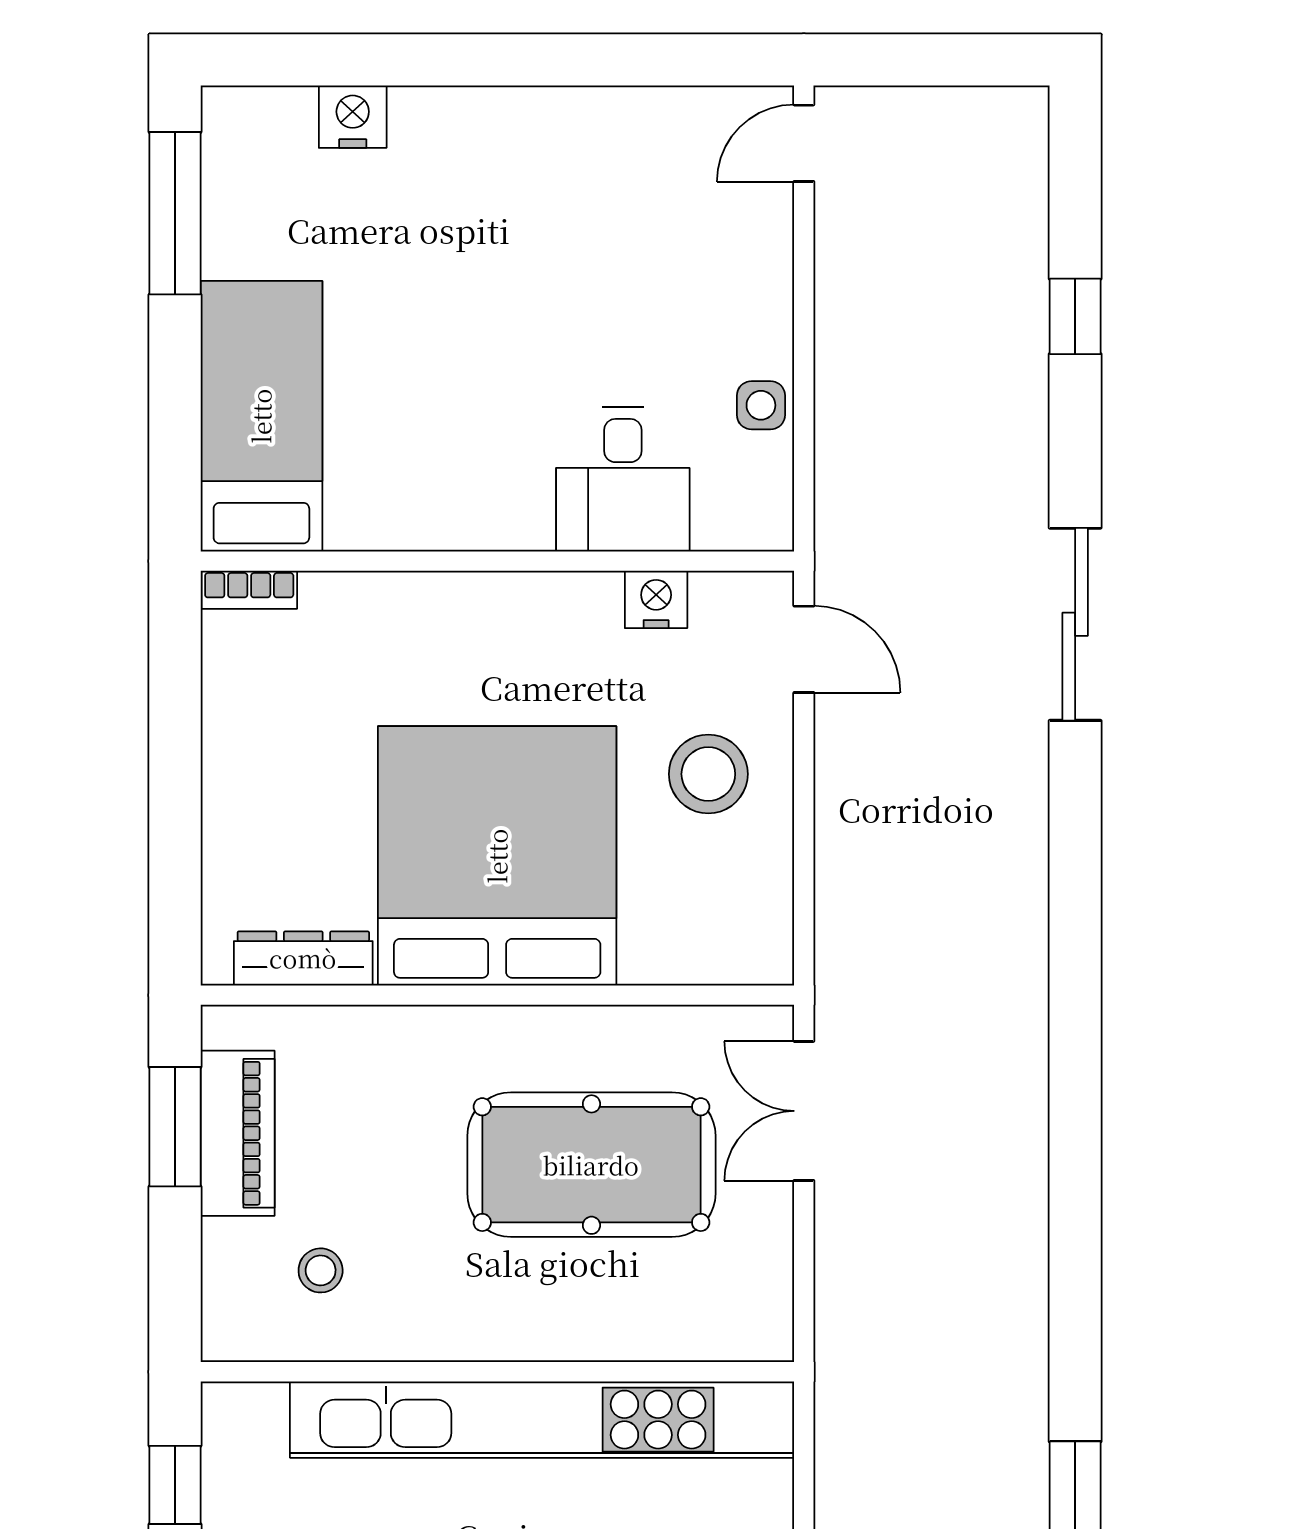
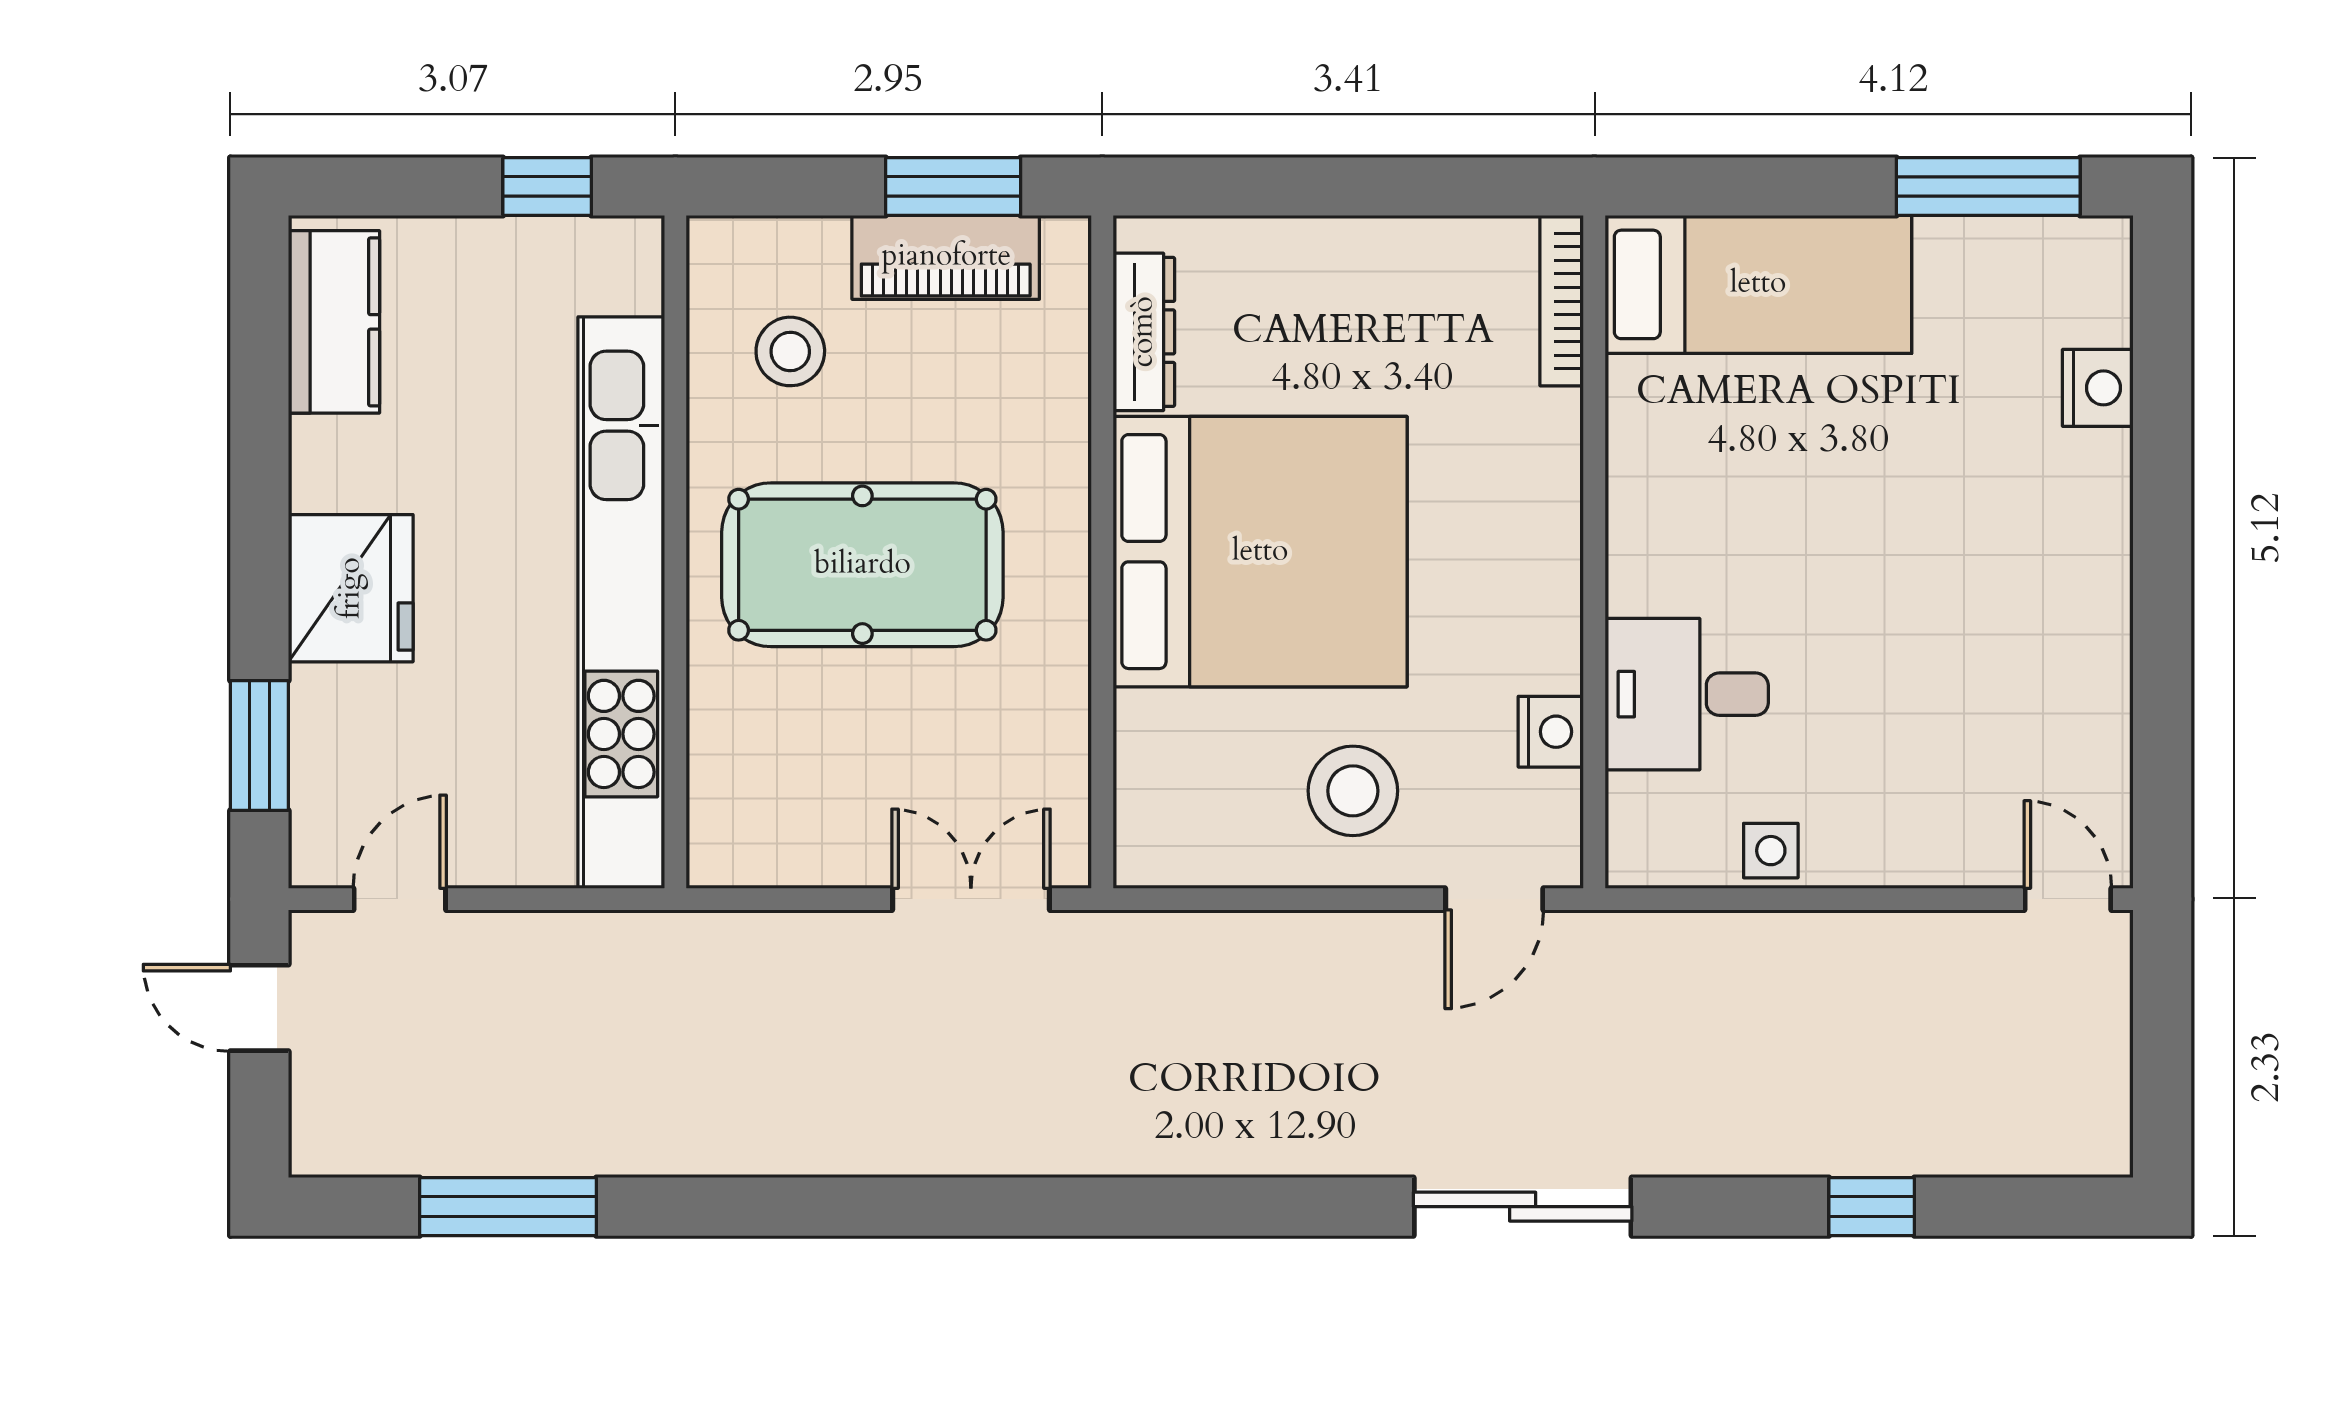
bookcase: (249, 590) -> (1562, 301), width x1.56
pool table: (591, 1165) -> (862, 565), moved, turned 90
stool: (321, 1270) -> (790, 351), width x1.37, depth x1.37

